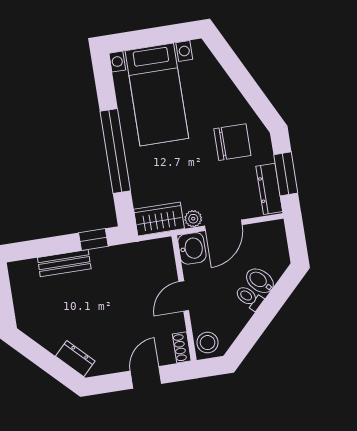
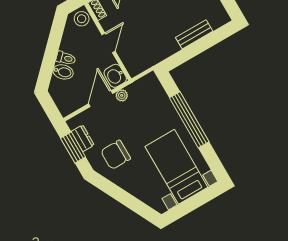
dresser: (269, 189) -> (83, 138), width x0.70
wardrobe: (159, 219) -> (144, 87), removed
window: (93, 239) -> (181, 57), removed

